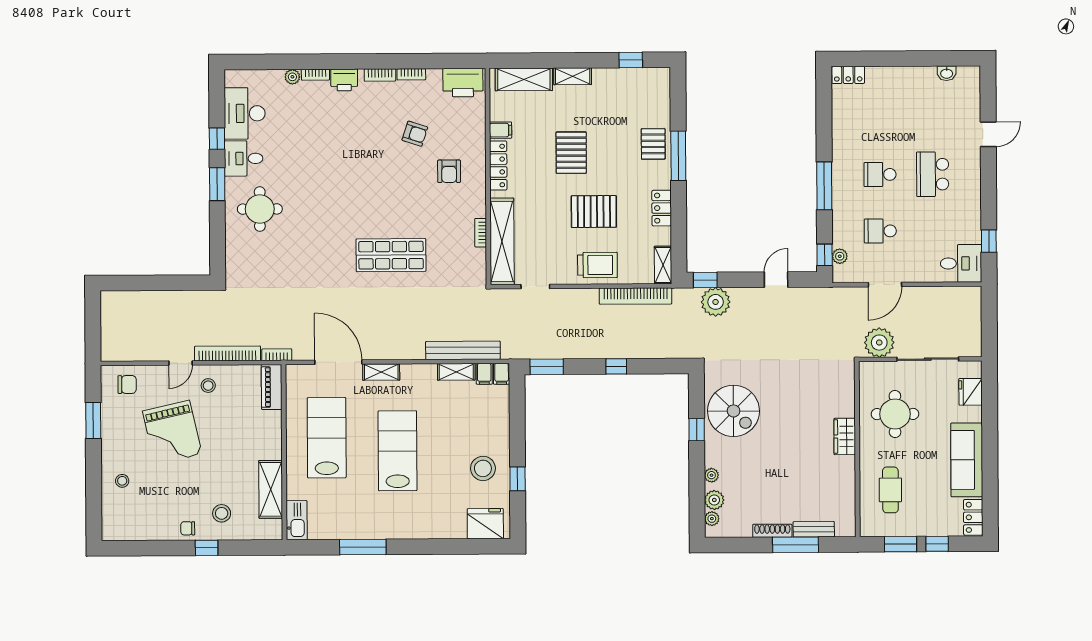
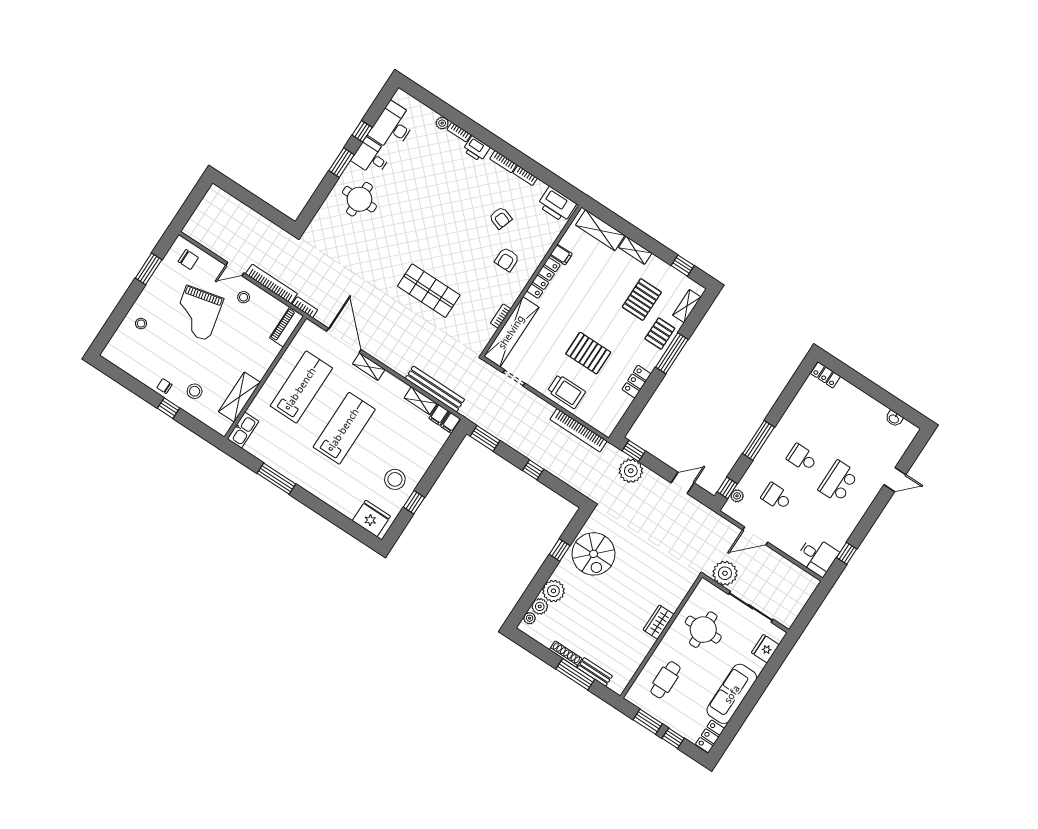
pallet: (571, 153) -> (642, 300), moved
shelving: (663, 265) -> (687, 306), moved
plant: (711, 475) -> (553, 591), width x1.87, depth x1.87

